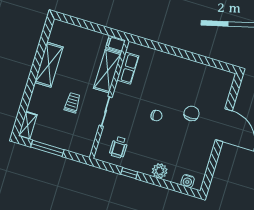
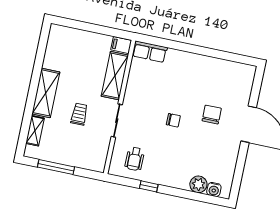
shelving: (49, 65) -> (46, 93), moved
row of seats: (128, 68) -> (150, 52), moved, turned 90
shelving: (28, 125) -> (35, 131), moved
plant: (160, 171) -> (198, 184), moved

